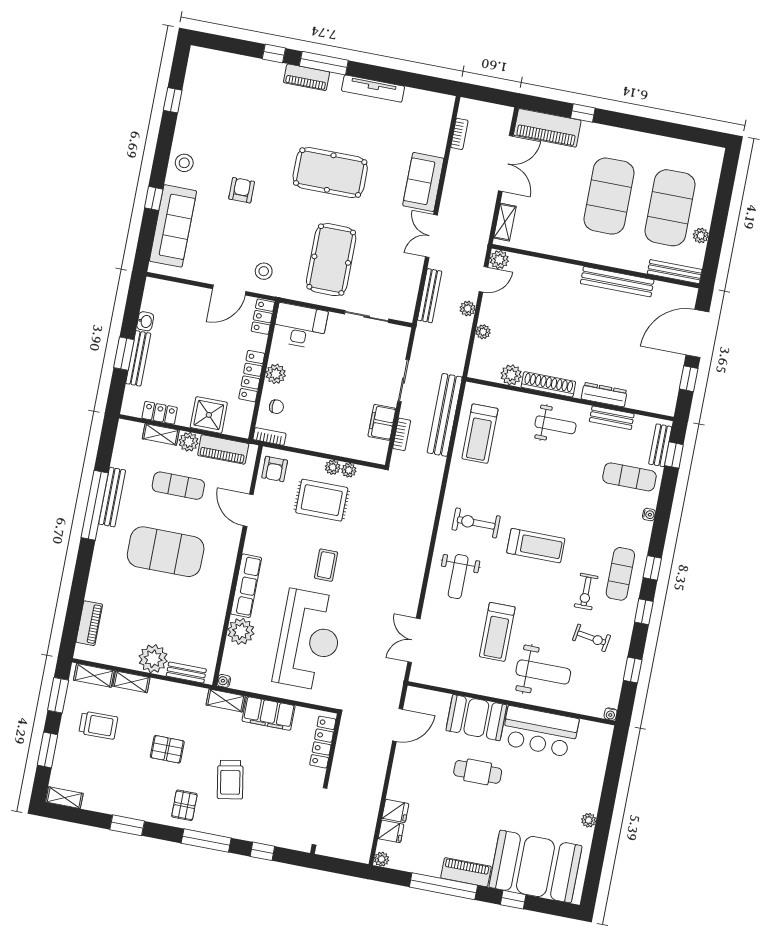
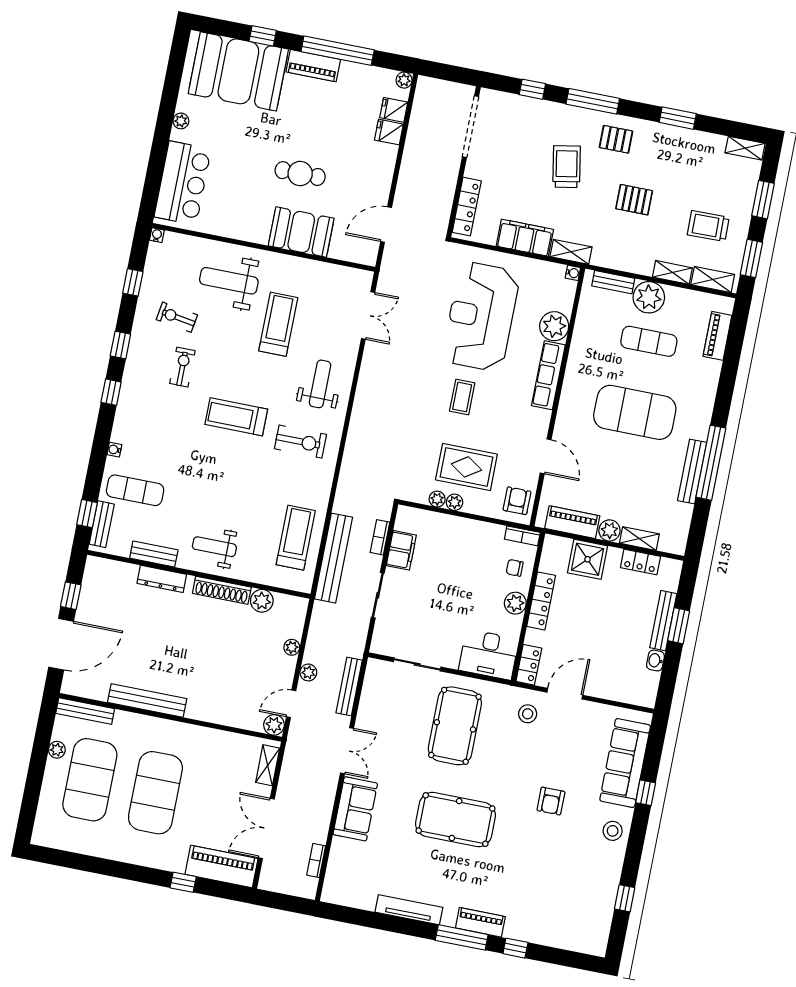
exercise mat: (178, 486) -> (649, 341), moved
exercise mat: (620, 574) -> (145, 386), removed
bar counter: (540, 732) -> (183, 183), moved, turned 90
pallet: (184, 805) -> (616, 139), turned 90

